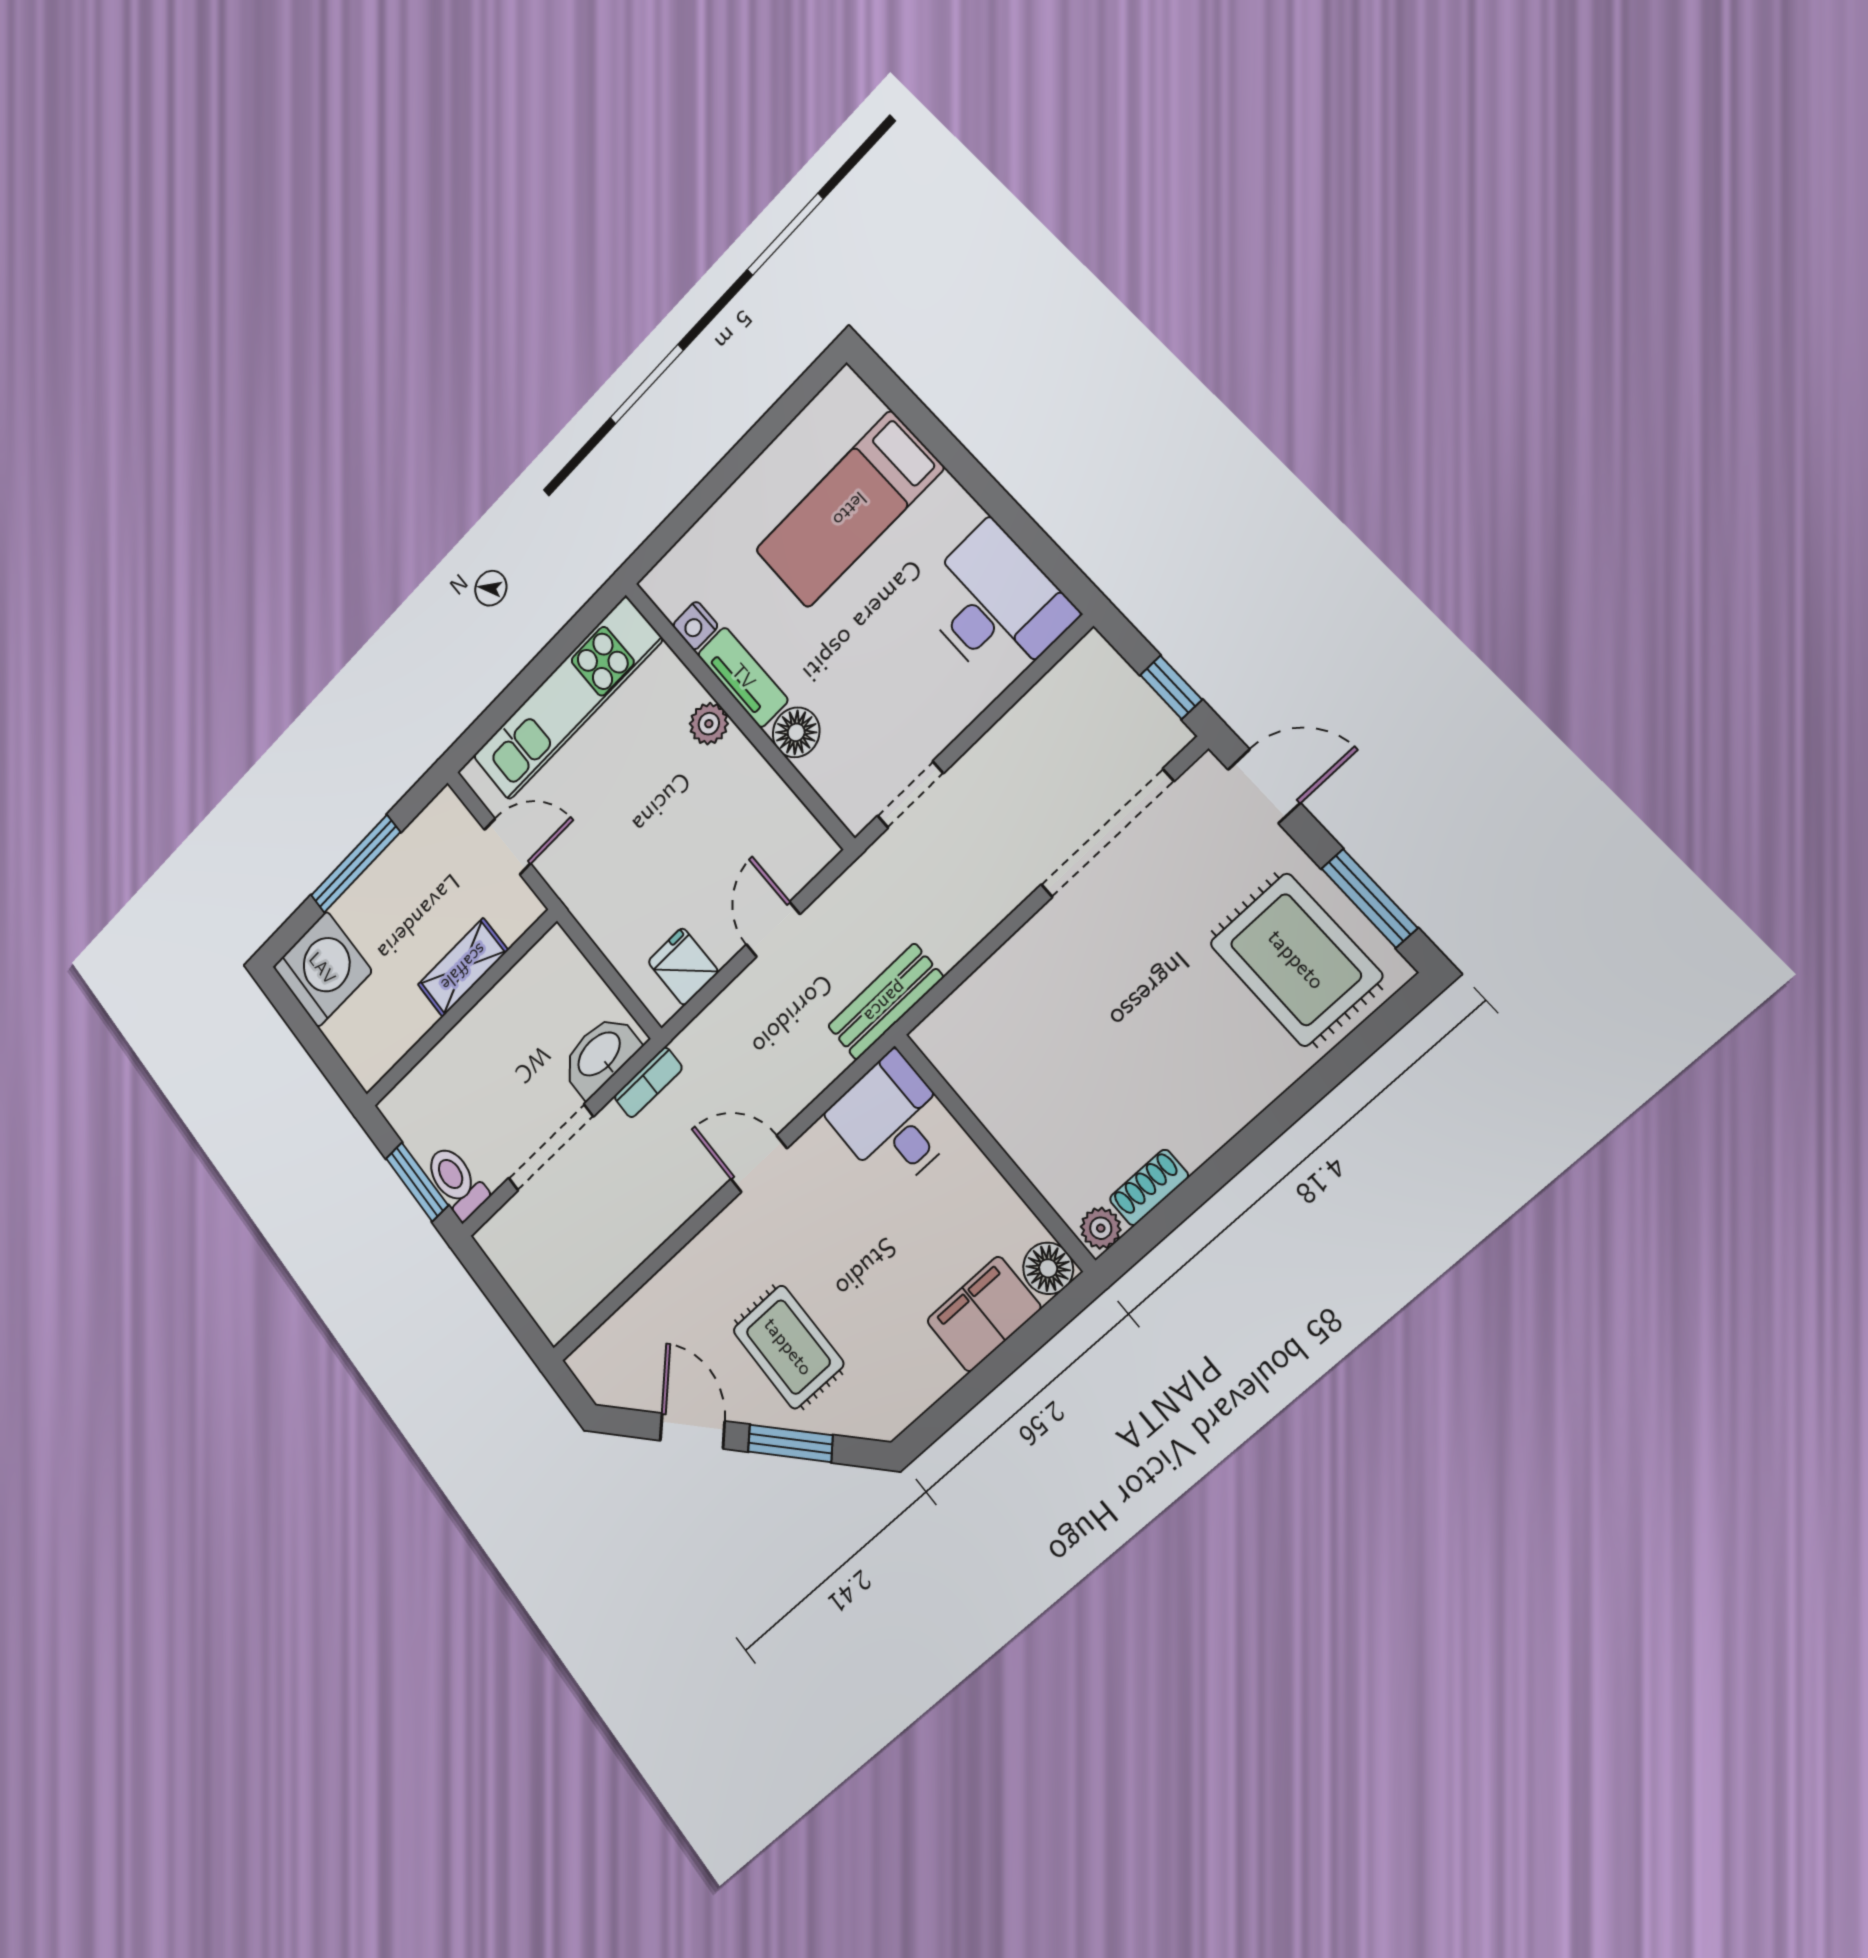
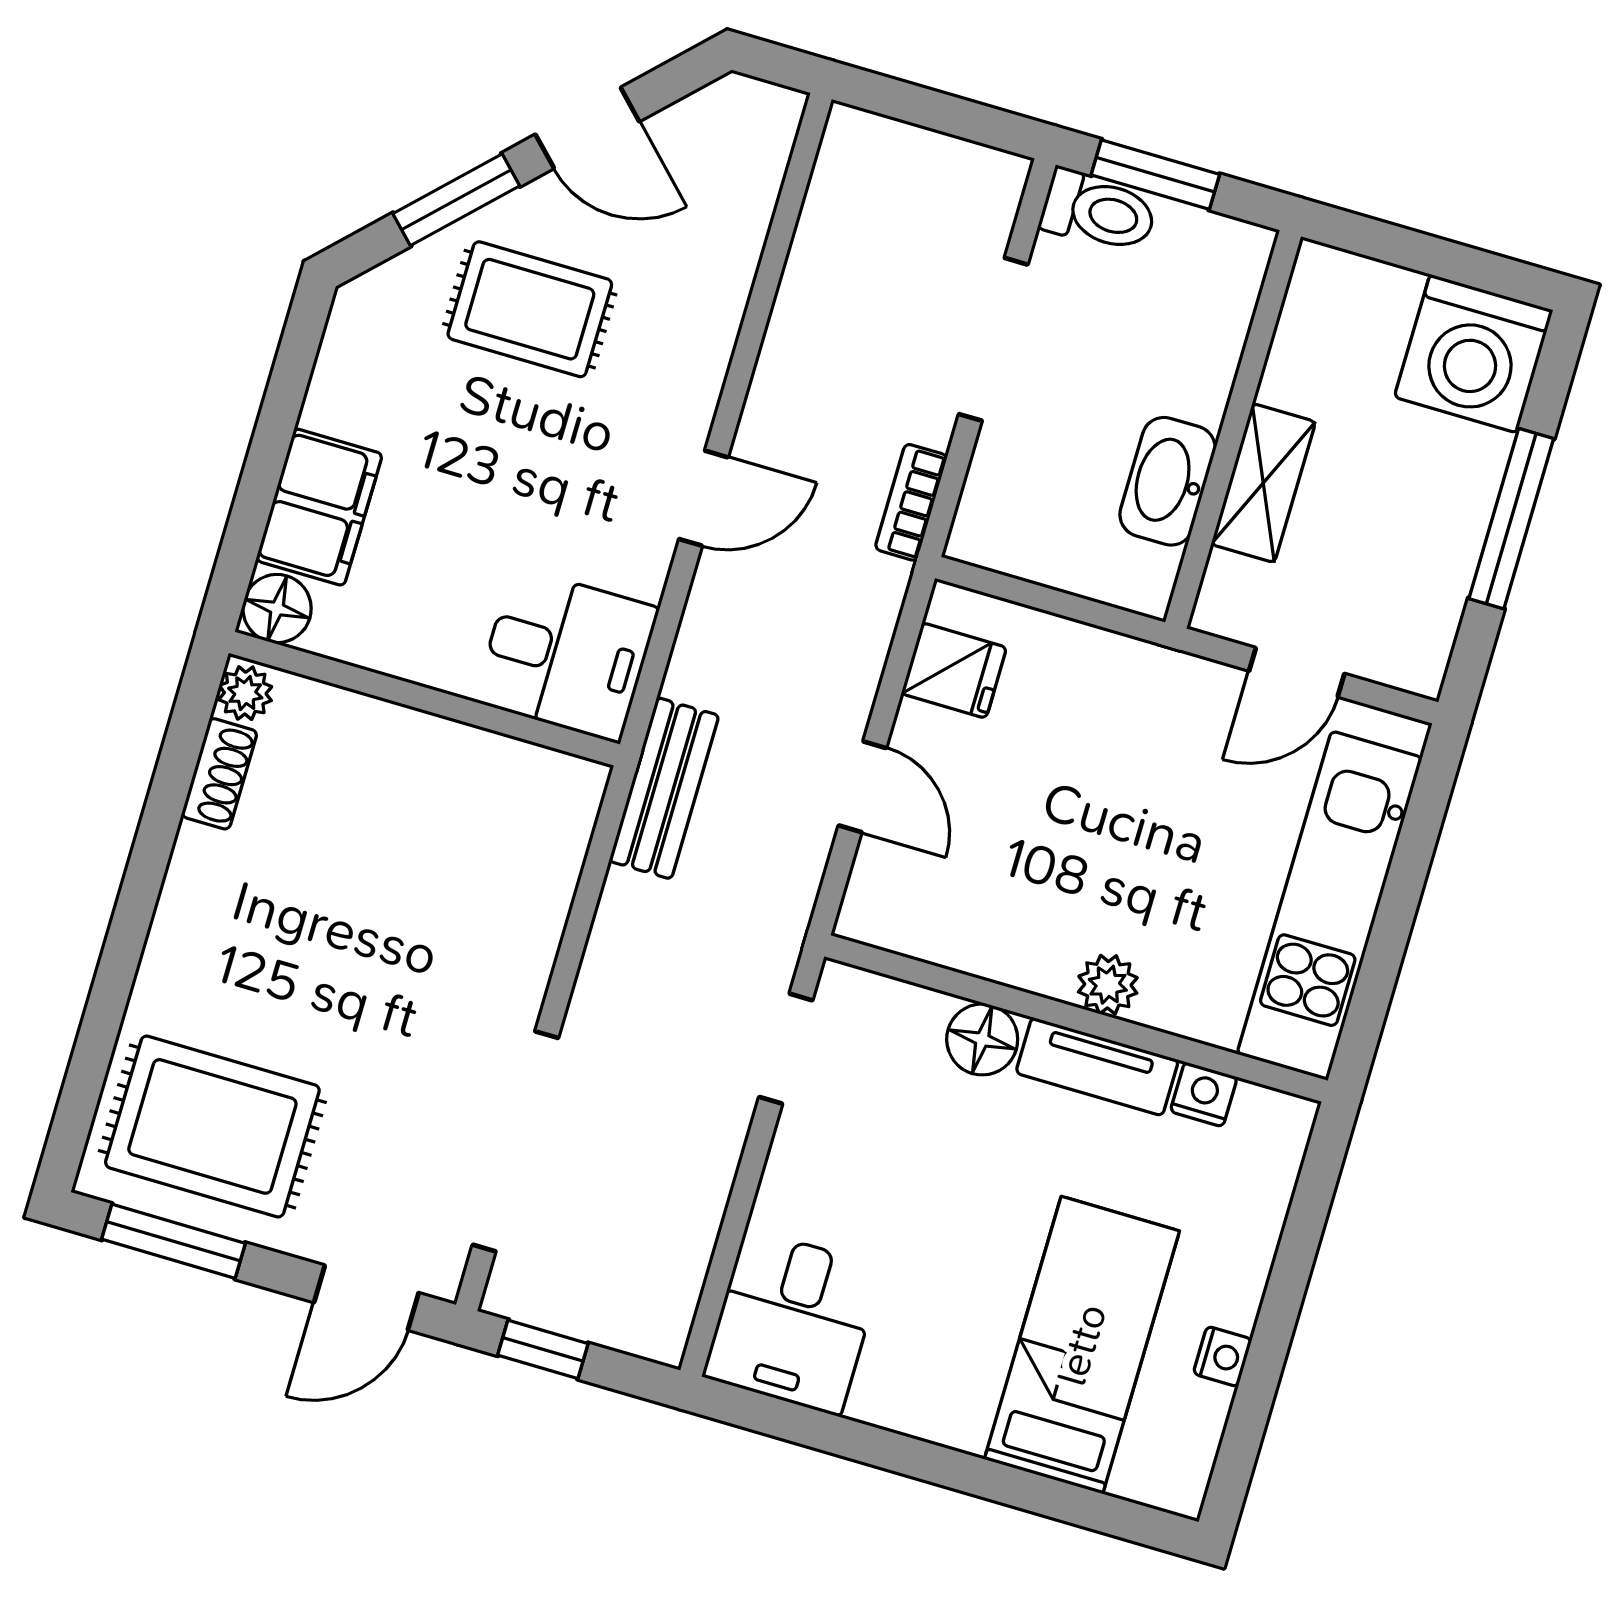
nightstand: (775, 459) -> (1223, 1356), added
desk: (995, 605) -> (793, 1322), width x0.73
washbasin: (600, 1055) -> (1168, 481), moved, turned 180

